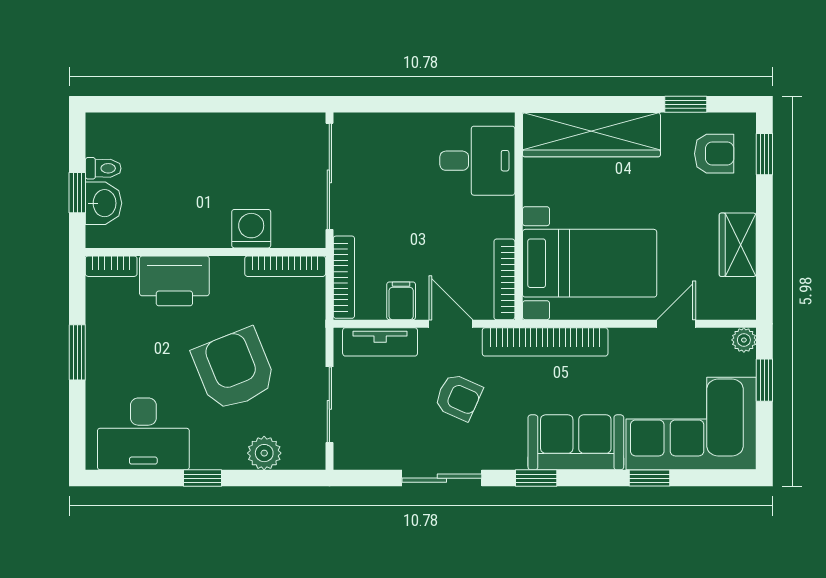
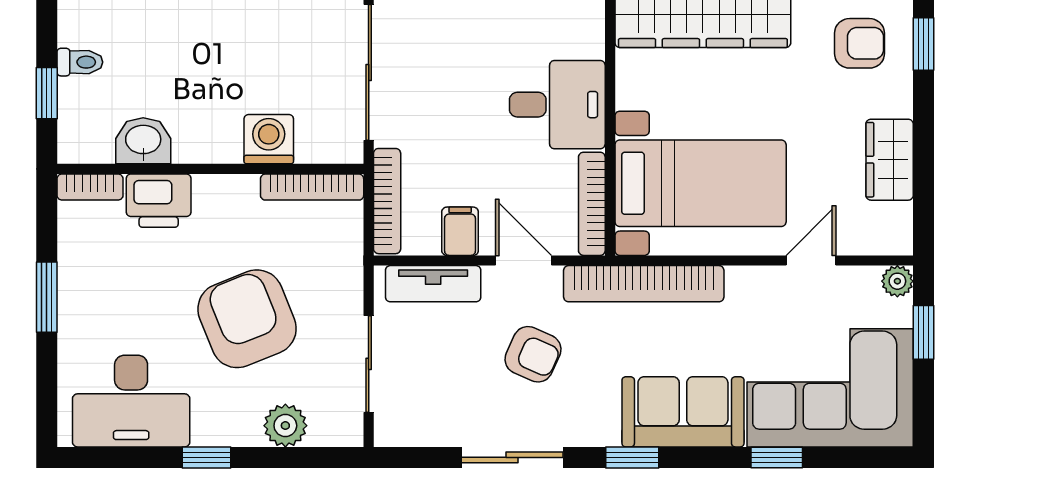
desk: (477, 161) -> (557, 105), moved
washbasin: (103, 203) -> (143, 141), moved, turned -90
printer: (174, 281) -> (159, 201), width x0.73, depth x0.84

